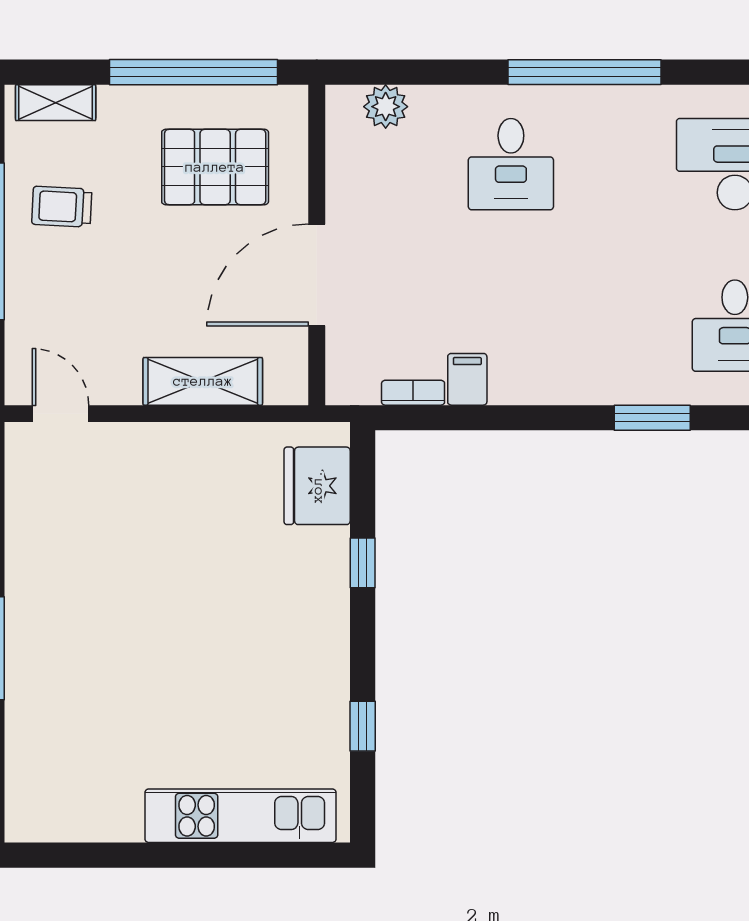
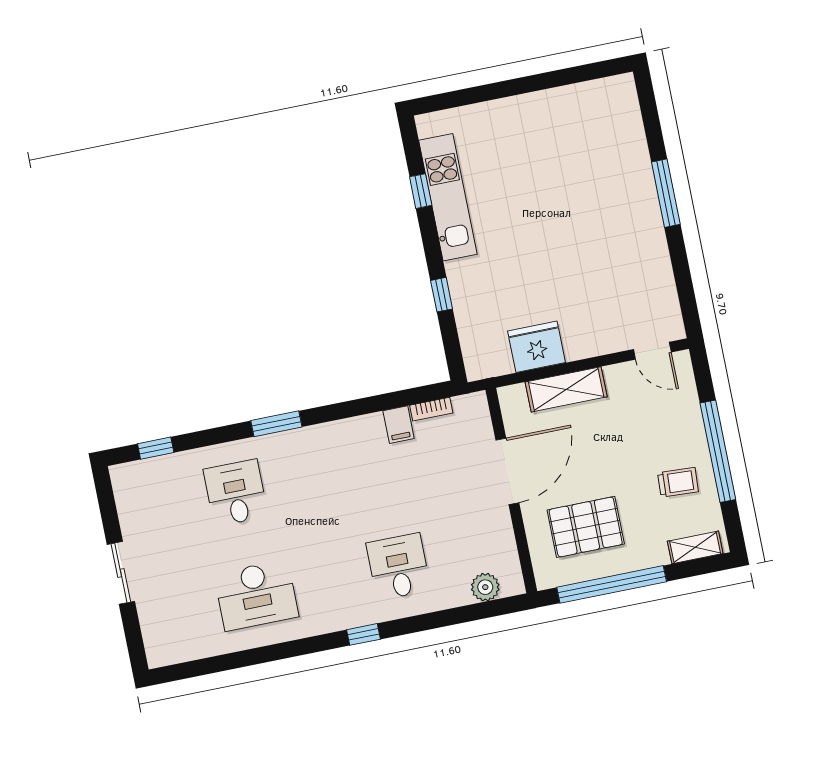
window: (585, 72) -> (363, 634), width x0.32
fridge: (317, 486) -> (537, 347), moved, turned -90
kitchen unit: (241, 816) -> (448, 197), moved, turned -90

